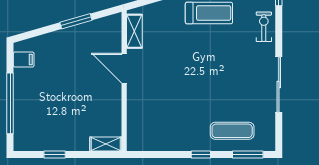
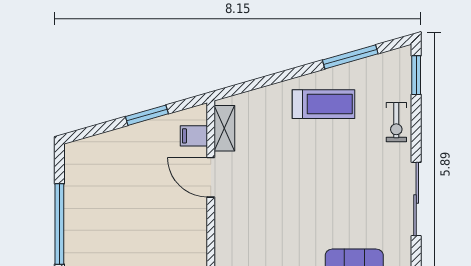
exercise bike: (264, 27) -> (396, 122), turned 180
filing cabinet: (24, 60) -> (194, 136), moved, turned 180

